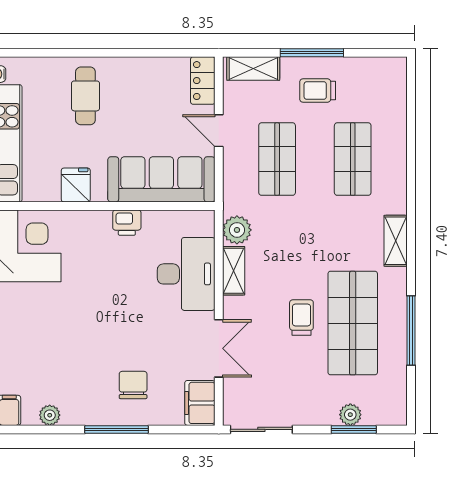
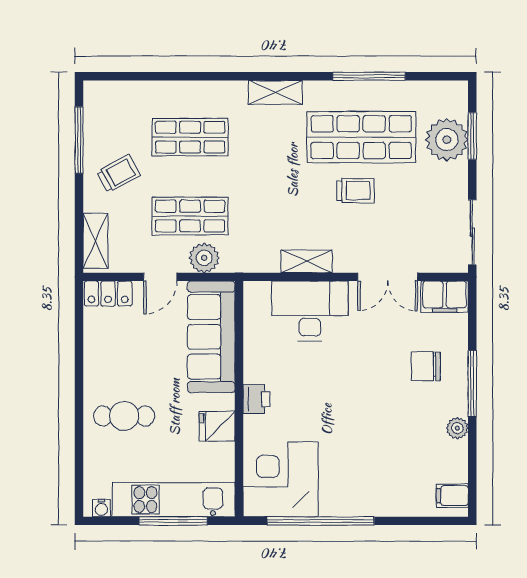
window: (312, 53) -> (79, 140), moved
trolley: (318, 91) -> (119, 174), turned -119
printer: (127, 223) -> (256, 399), moved
plant: (237, 230) -> (204, 258), moved
trolley: (301, 317) -> (355, 191), turned 180
double door: (219, 348) -> (388, 277), swing flipped
plant: (50, 415) -> (457, 428), moved
plant: (350, 415) -> (447, 140), width x1.87, depth x1.87

